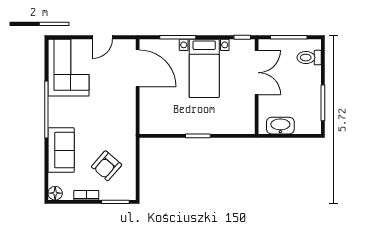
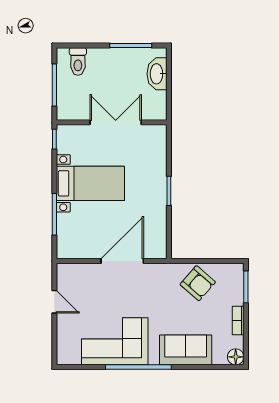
corner sofa: (68, 68) -> (115, 341), moved
door: (138, 68) -> (122, 261), moved
double door: (257, 73) -> (116, 122), moved
washbasin: (280, 126) -> (157, 74), moved
armchair: (107, 166) -> (198, 283), moved

